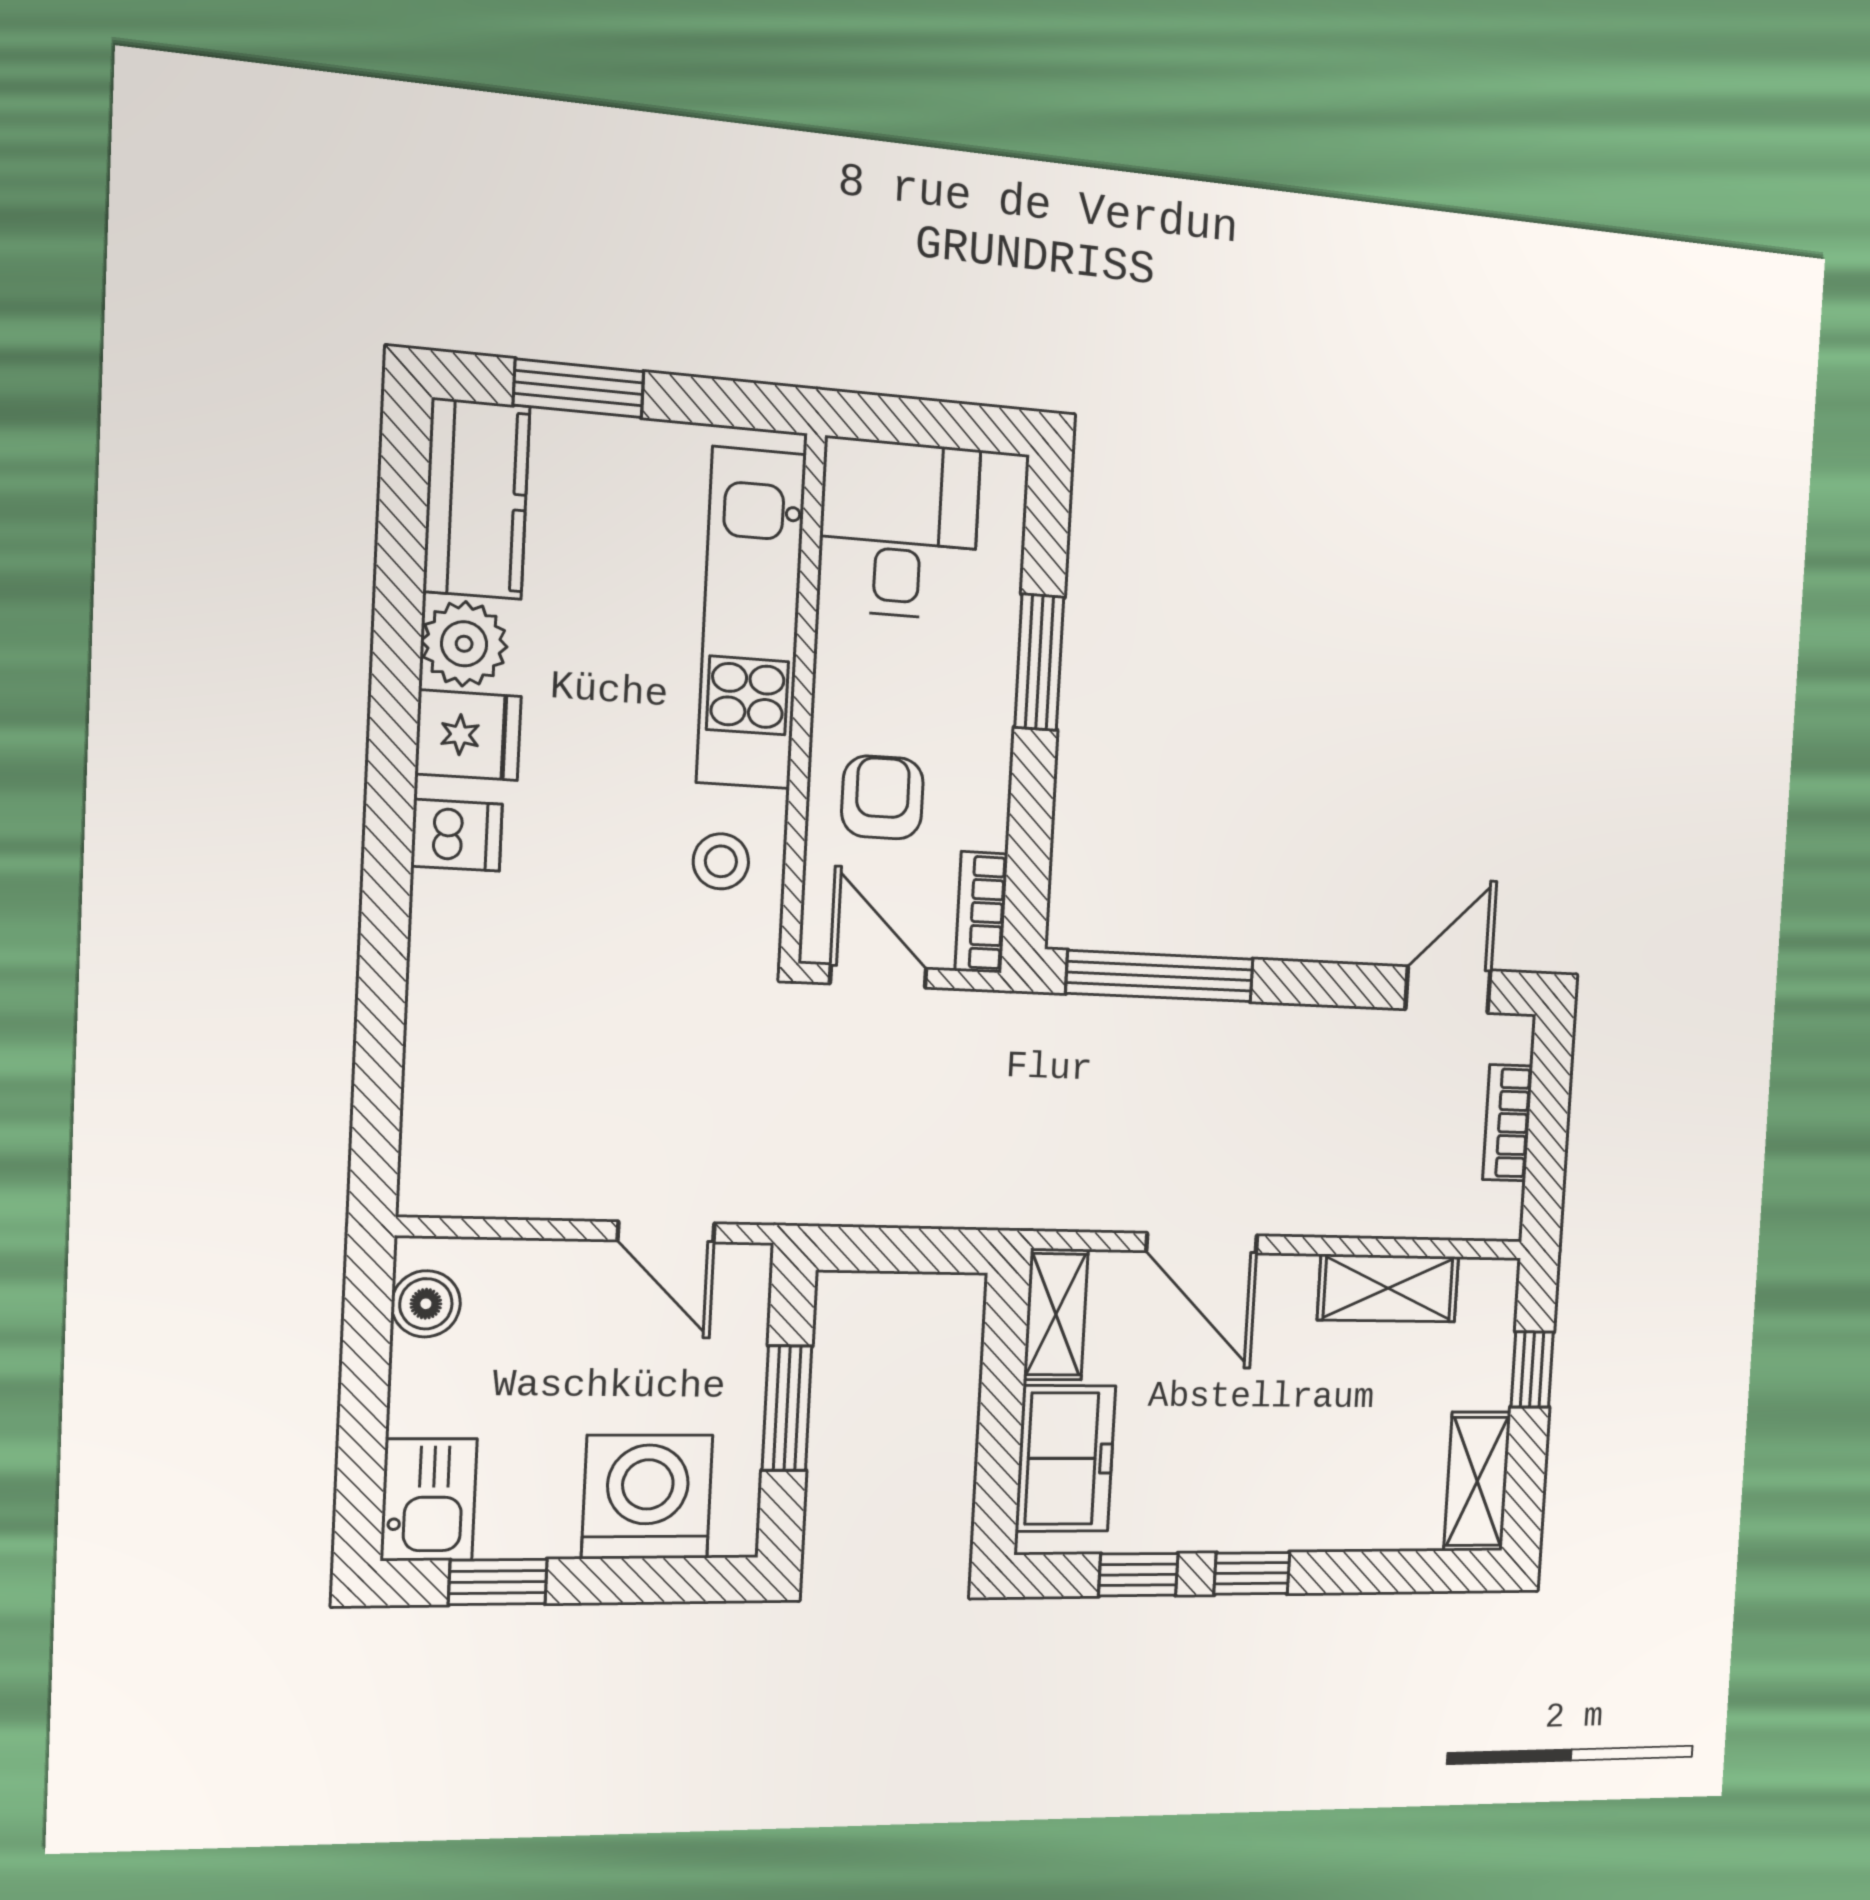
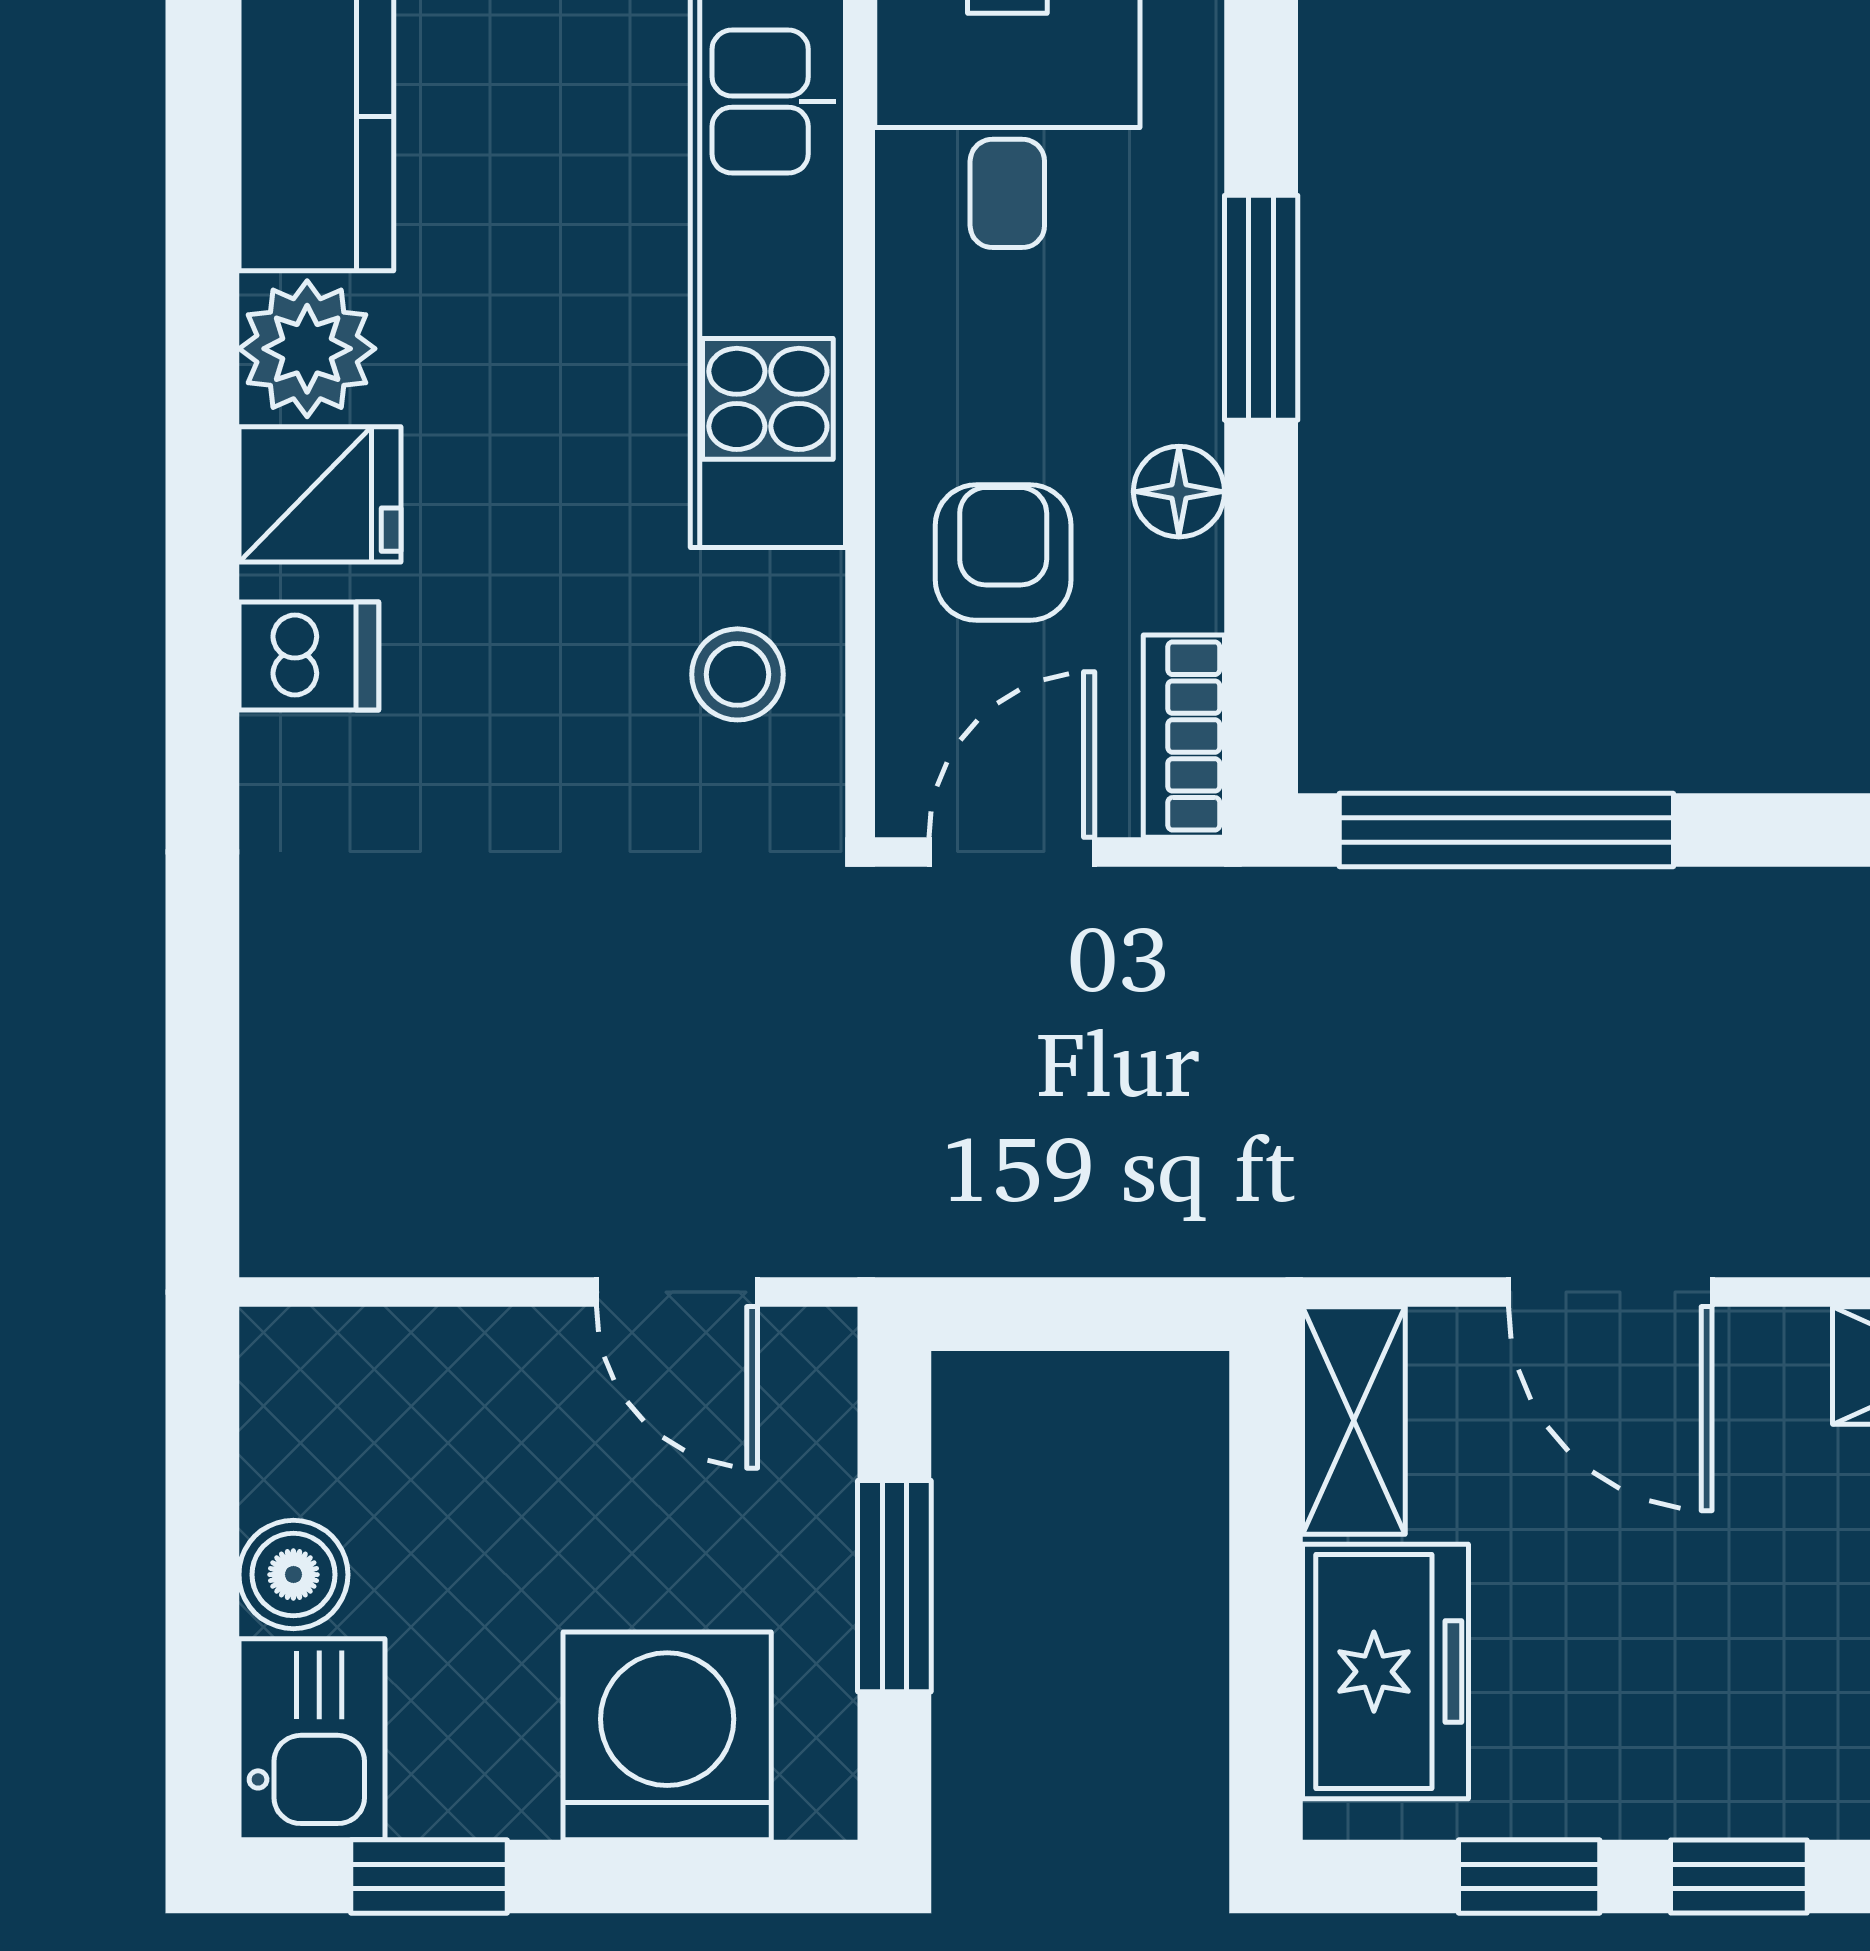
floor lamp: (986, 768) -> (1179, 492), added
door: (878, 976) -> (1012, 852), hinge flipped
boiler: (426, 1304) -> (293, 1575), moved

